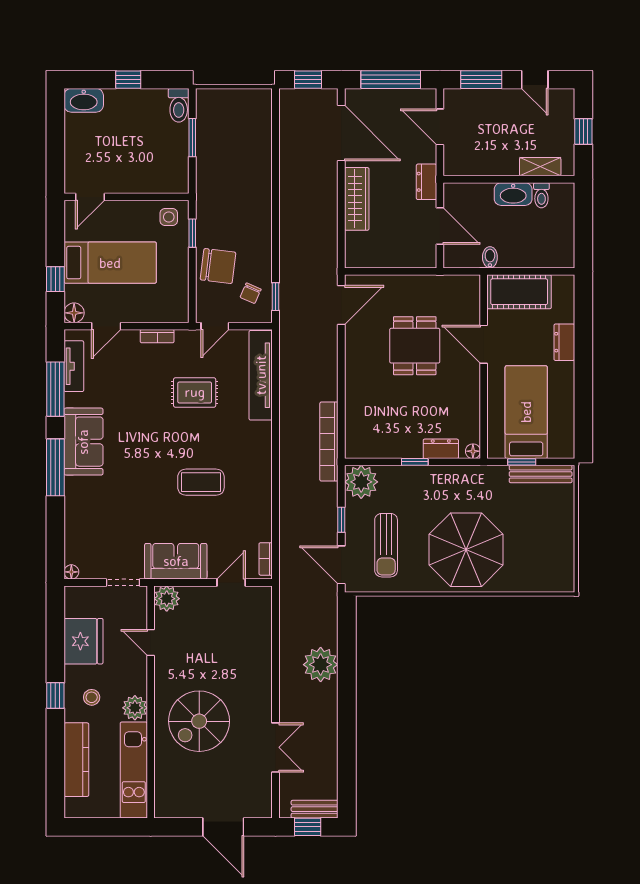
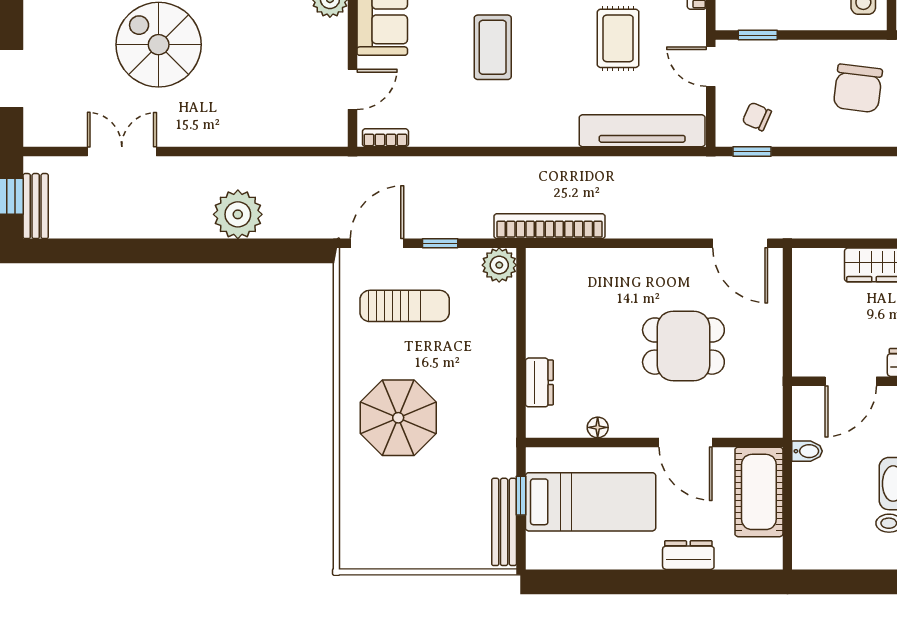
window: (192, 233) -> (758, 35), moved
chair: (218, 266) -> (858, 88), moved
door: (484, 344) -> (686, 442), swing flipped
floor lamp: (473, 451) -> (598, 427), moved
window: (415, 462) -> (521, 346), removed
plant: (361, 482) -> (499, 265), width x0.73, depth x0.73
sun lounger: (386, 545) -> (405, 306), turned 180
parasol: (466, 550) -> (398, 418), width x0.73, depth x0.73
door: (231, 582) -> (352, 89), hinge flipped
double door: (276, 747) -> (122, 151), swing flipped

